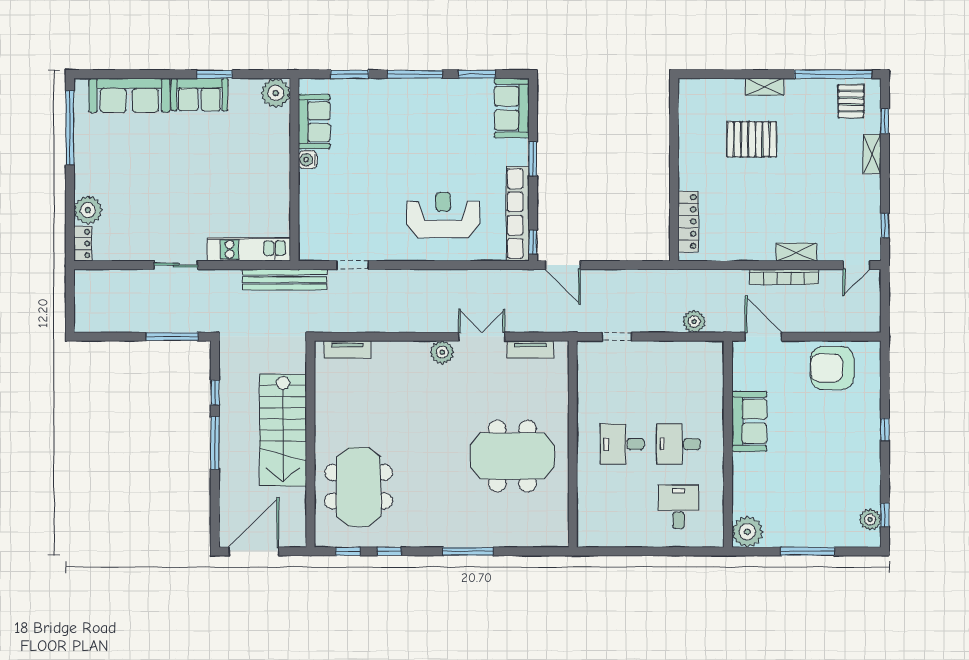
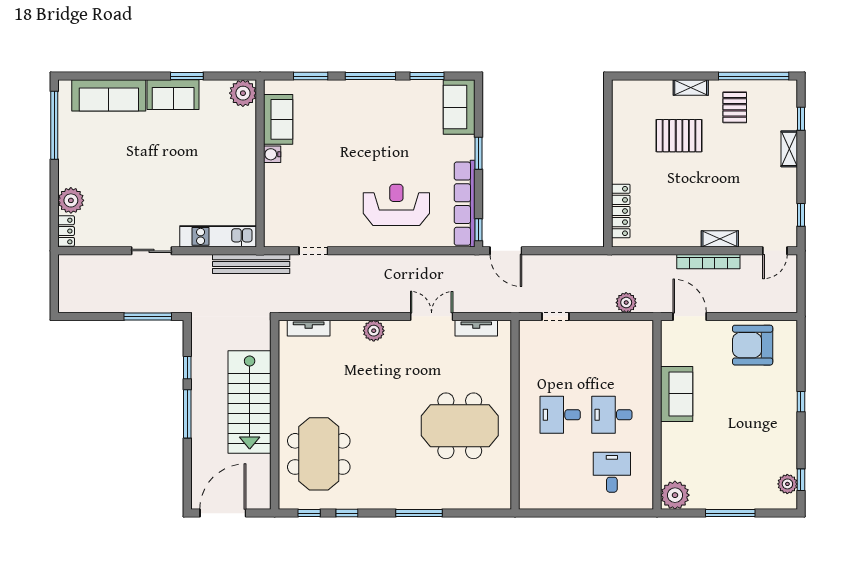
pallet: (851, 101) -> (735, 107), moved
plant: (442, 352) -> (374, 331), moved

